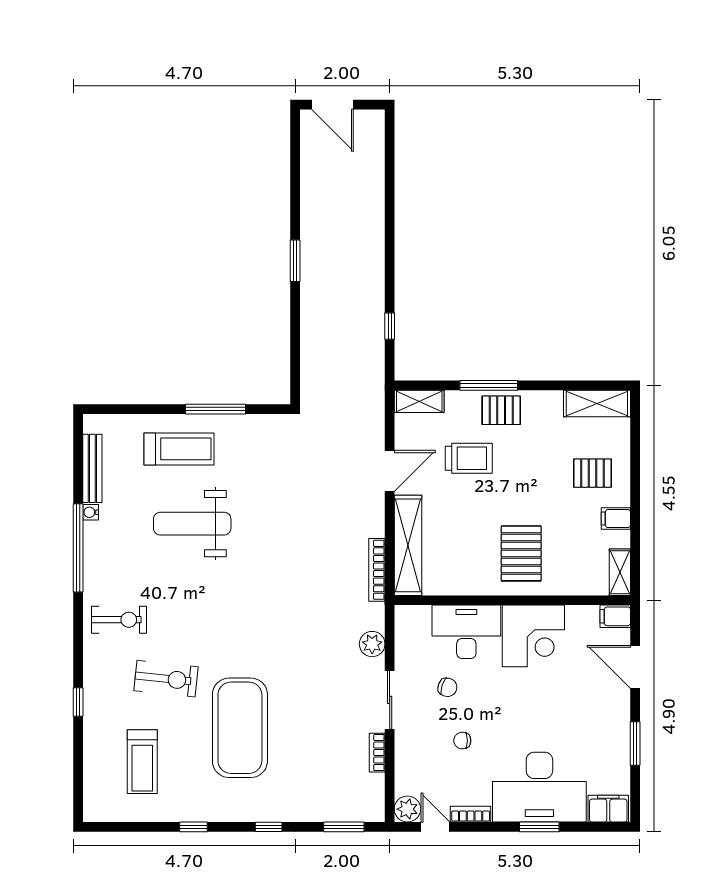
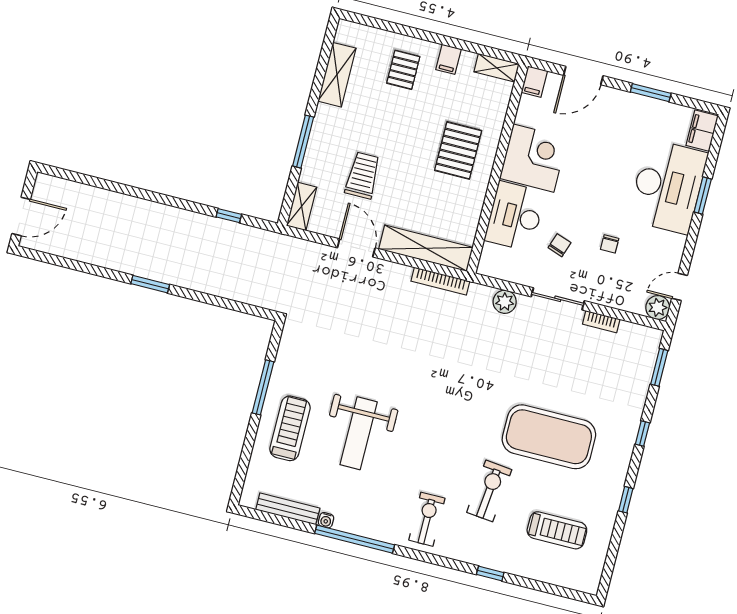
shelving: (597, 404) -> (337, 75), moved
pallet: (501, 410) -> (328, 136), removed
pallet: (521, 553) -> (458, 150), turned 90
bookcase: (471, 814) -> (676, 253), removed

